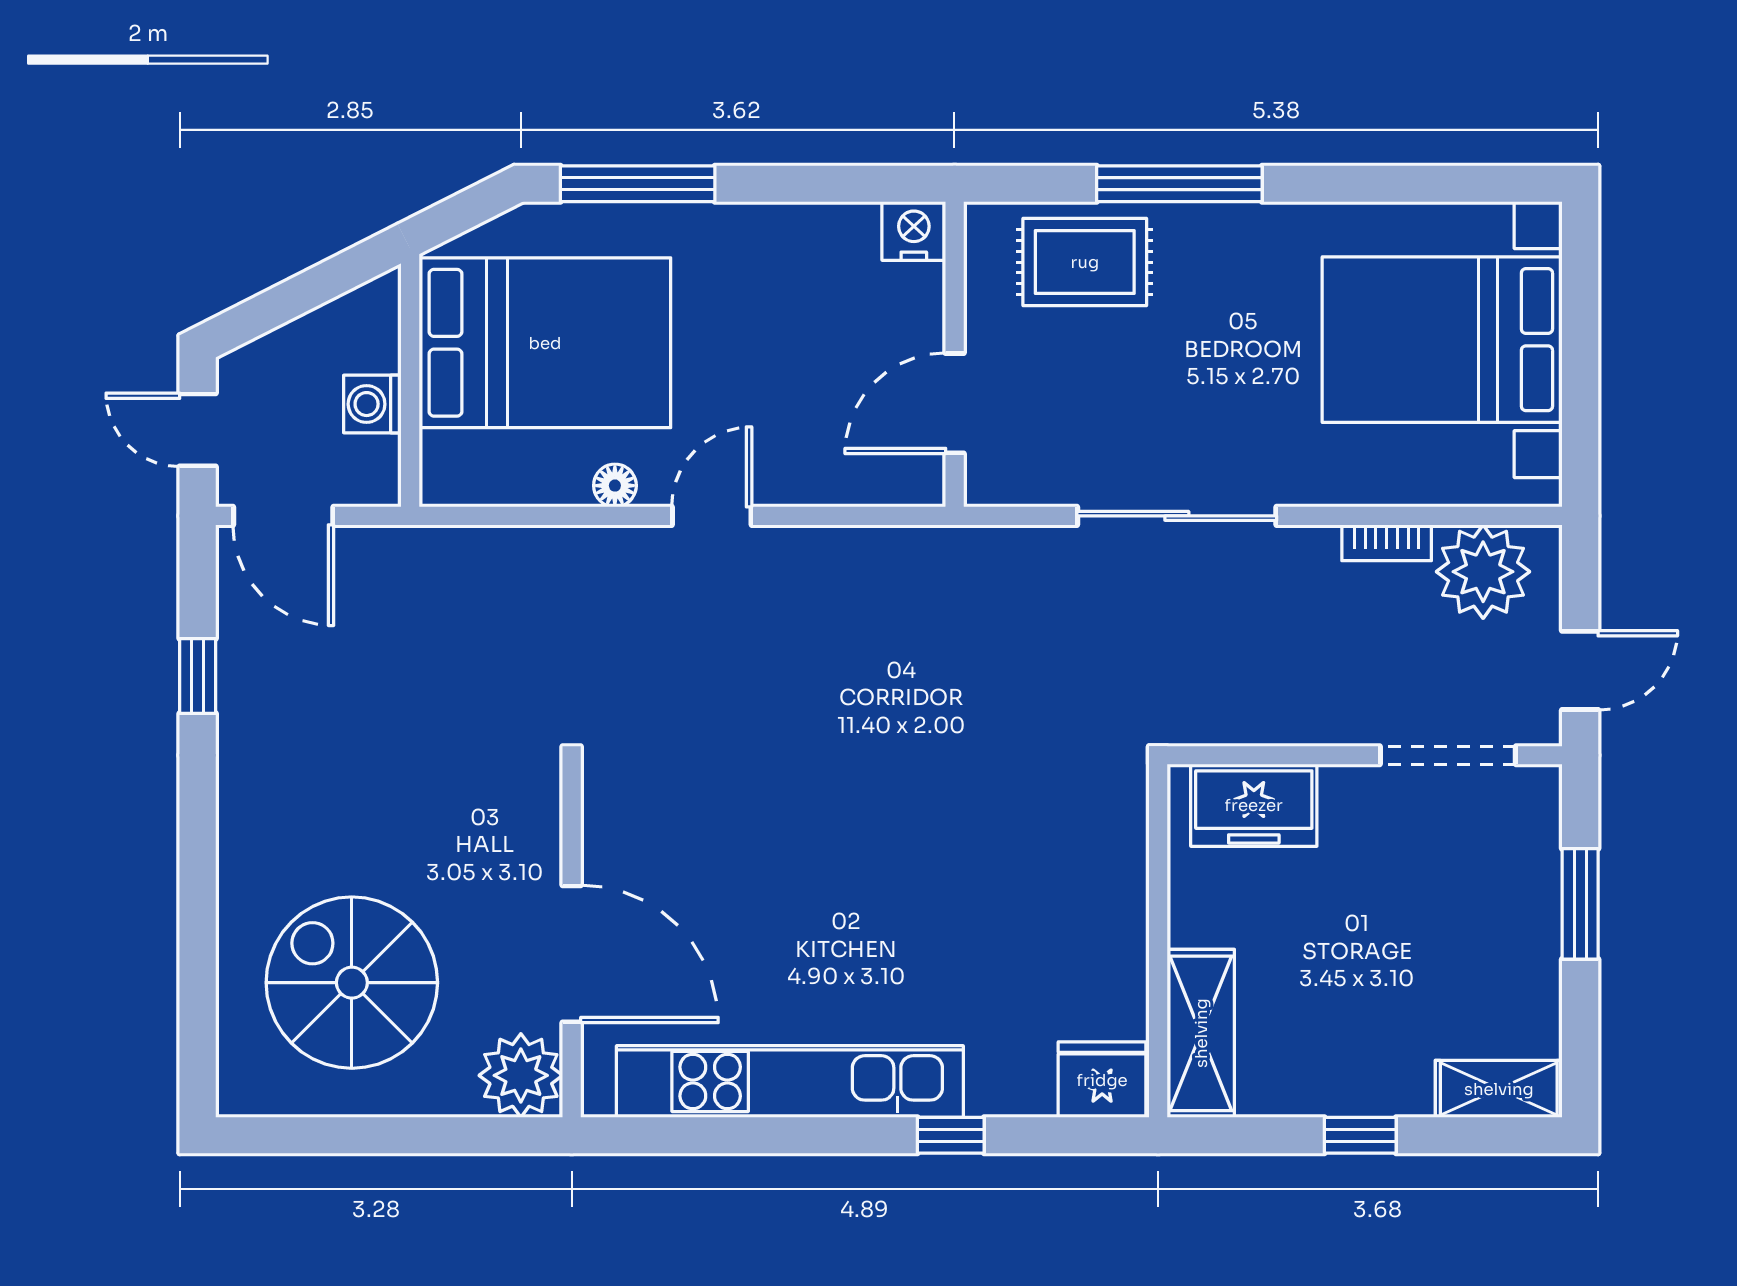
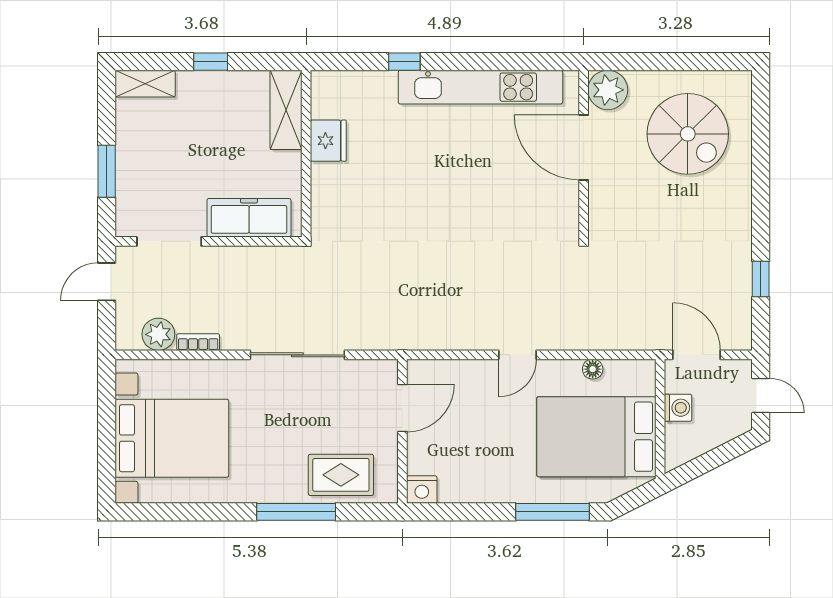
floor lamp: (615, 486) -> (593, 369), moved
door: (283, 516) -> (697, 355), moved
plant: (1483, 572) -> (158, 334), width x0.73, depth x0.73
freezer: (1254, 805) -> (249, 218), width x1.40
fridge: (1102, 1080) -> (328, 141), moved, turned -90

